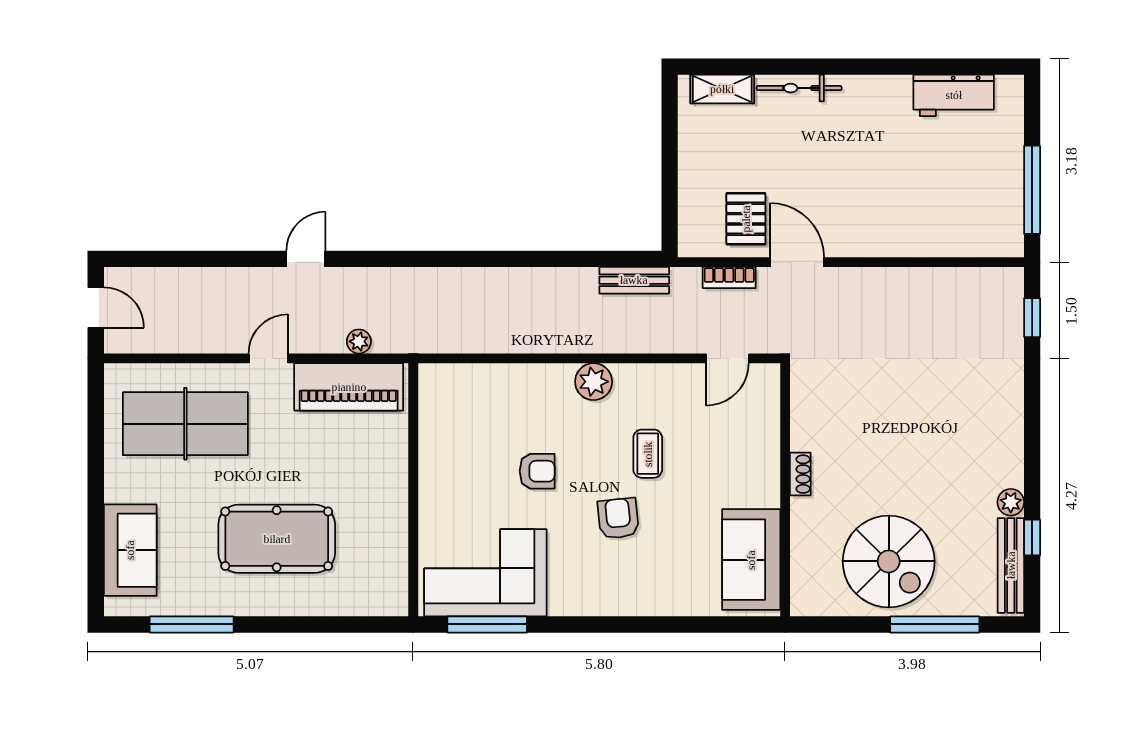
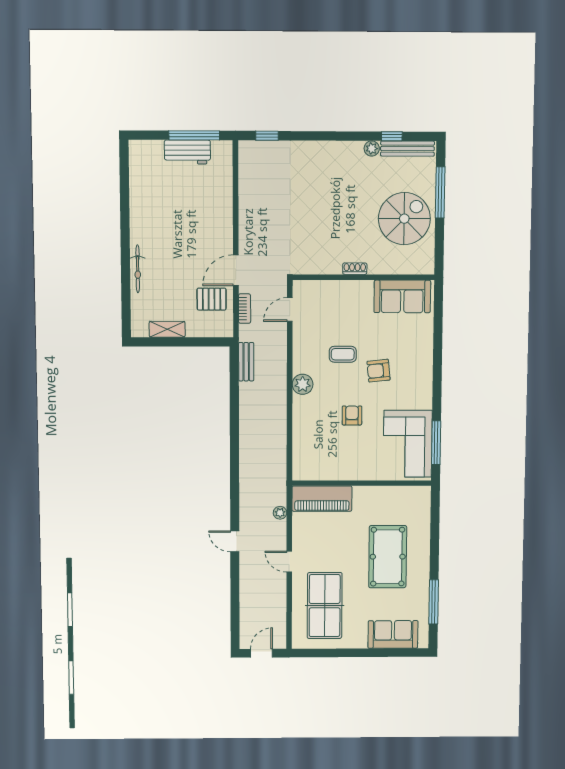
shelving: (722, 89) -> (167, 329), moved, turned 90
workbench: (954, 95) -> (187, 152), moved, turned 90
door: (727, 358) -> (290, 310), swing flipped
piano: (349, 387) -> (322, 499), moved, turned 90

